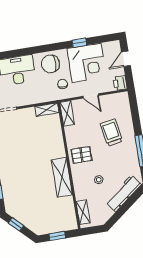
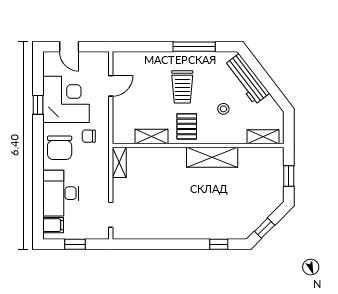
printer: (120, 83) -> (100, 60), removed
door: (91, 96) -> (111, 86), moved
shelving: (67, 113) -> (151, 136), moved
trolley: (111, 132) -> (182, 87), moved, turned -80

